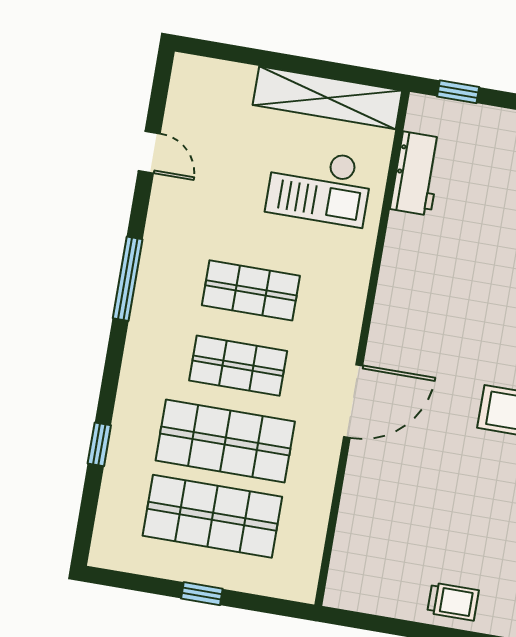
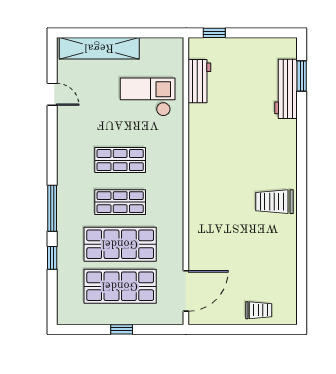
shelving: (327, 98) -> (99, 48), moved
checkout: (319, 186) -> (148, 97), turned 180
window: (128, 279) -> (52, 208), moved
door: (353, 401) -> (186, 291), moved

